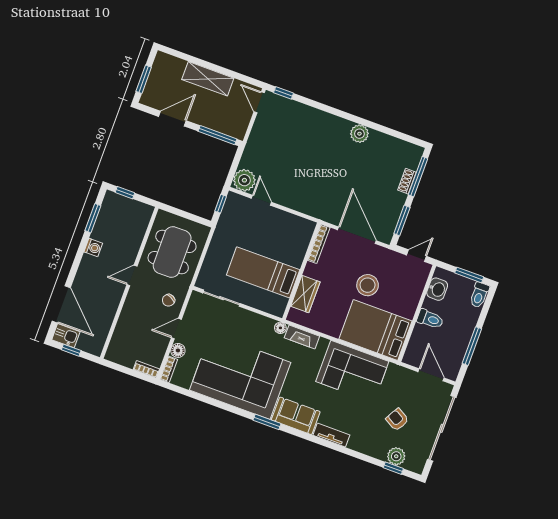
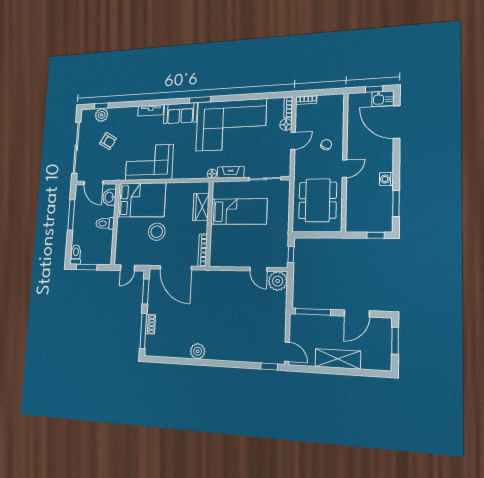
washbasin: (437, 289) -> (109, 197), moved
chair: (168, 300) -> (326, 145), moved
fireplace: (302, 337) -> (231, 172), moved

